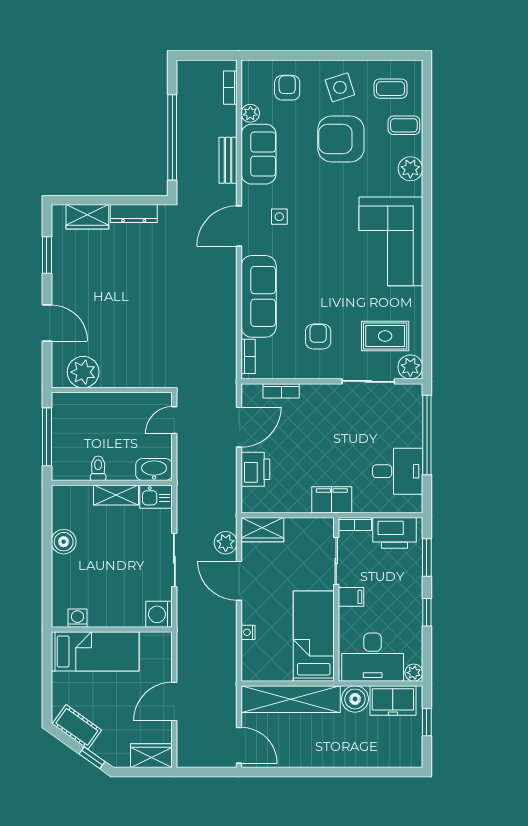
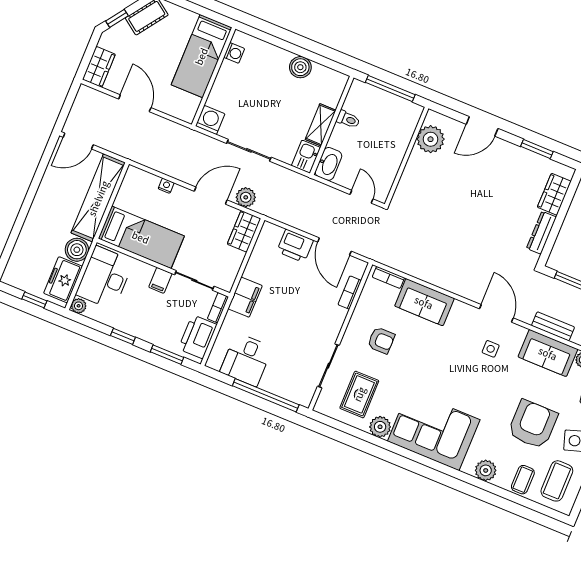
coffee table: (390, 89) -> (557, 481), width x1.36, depth x1.30
sofa: (259, 296) -> (424, 302), width x0.73
plant: (410, 367) -> (380, 427), moved

